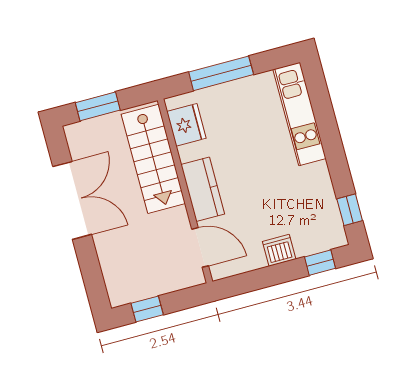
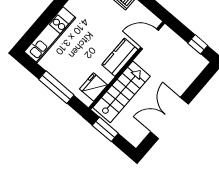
window: (98, 106) -> (105, 129), moved
door: (200, 247) -> (150, 39), hinge flipped

